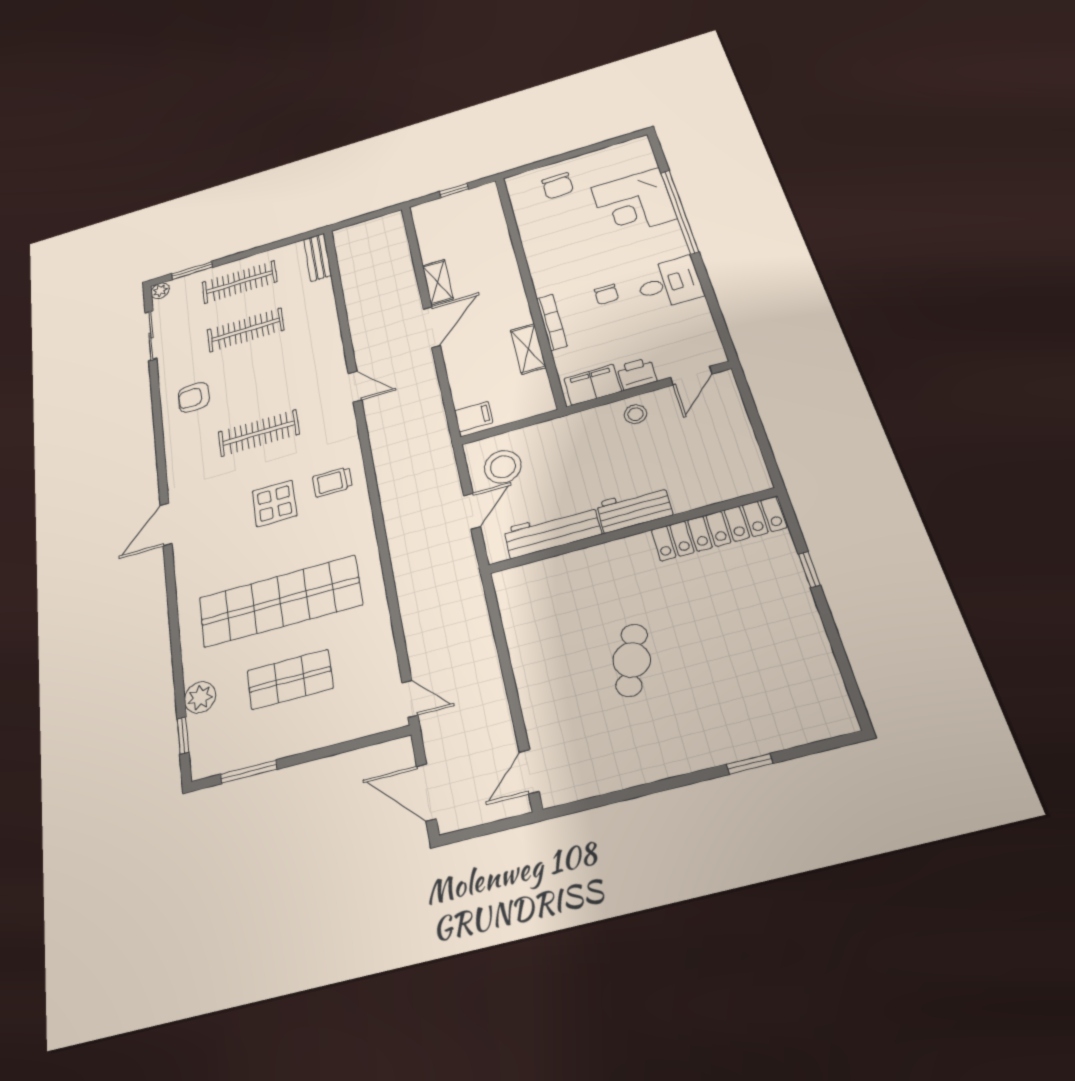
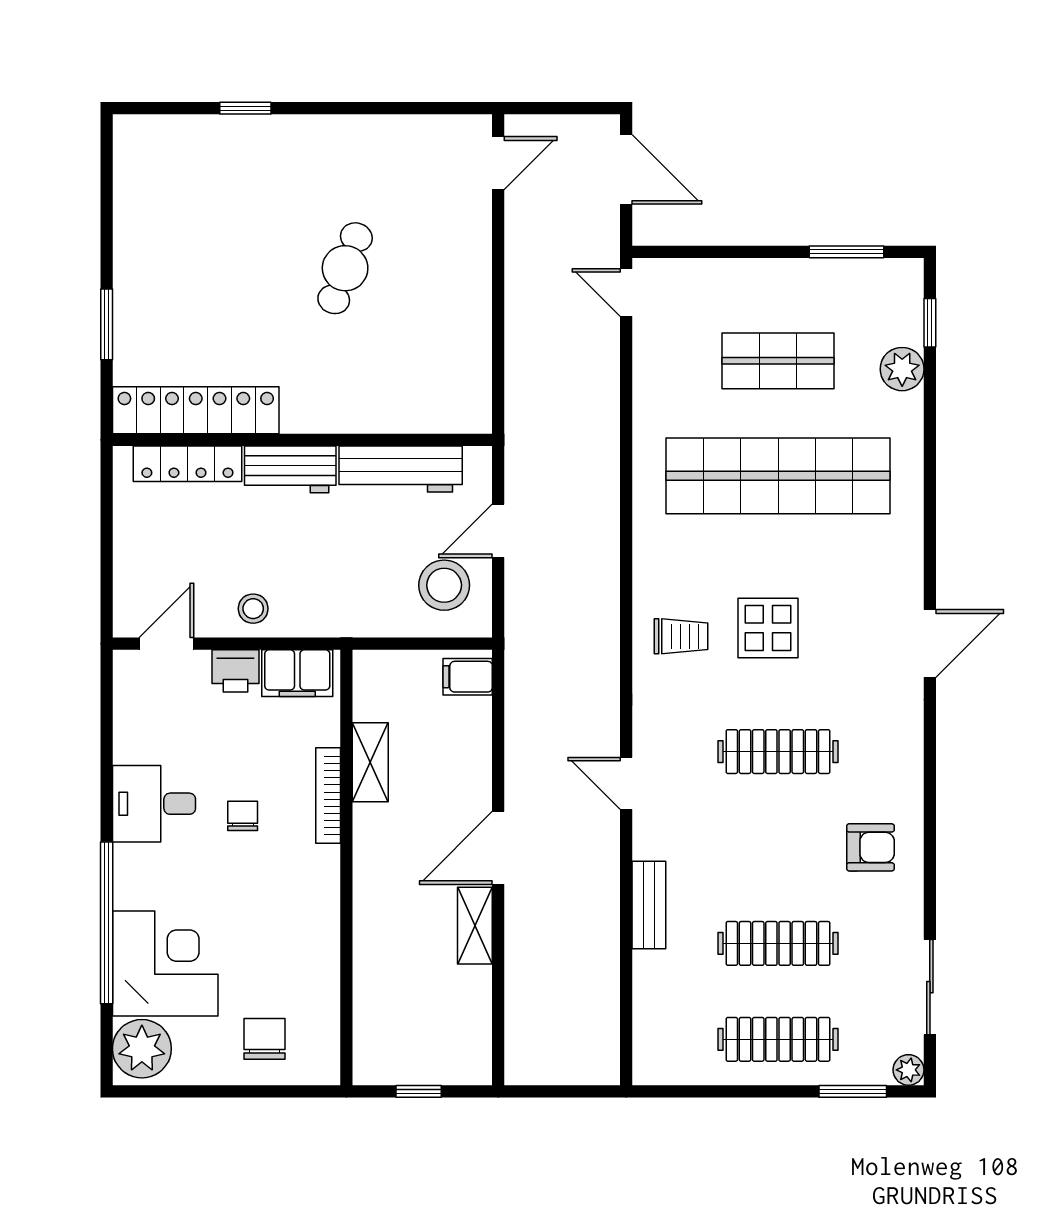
plant: (635, 157) -> (142, 1049), added
bench: (318, 257) -> (649, 905), moved
locker: (713, 492) -> (187, 464), added
window: (809, 570) -> (107, 324), width x1.50

